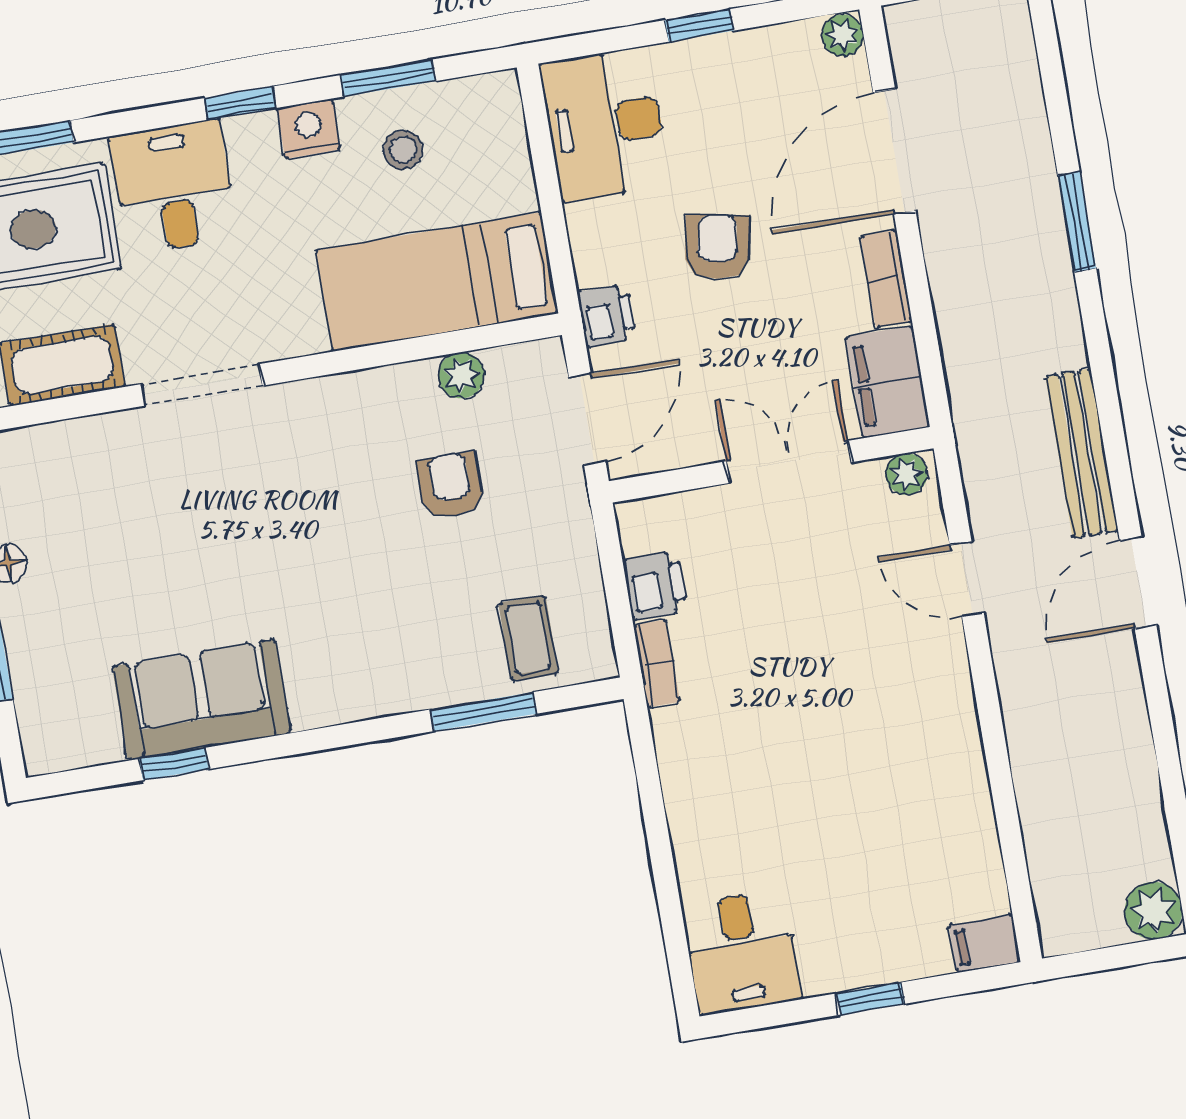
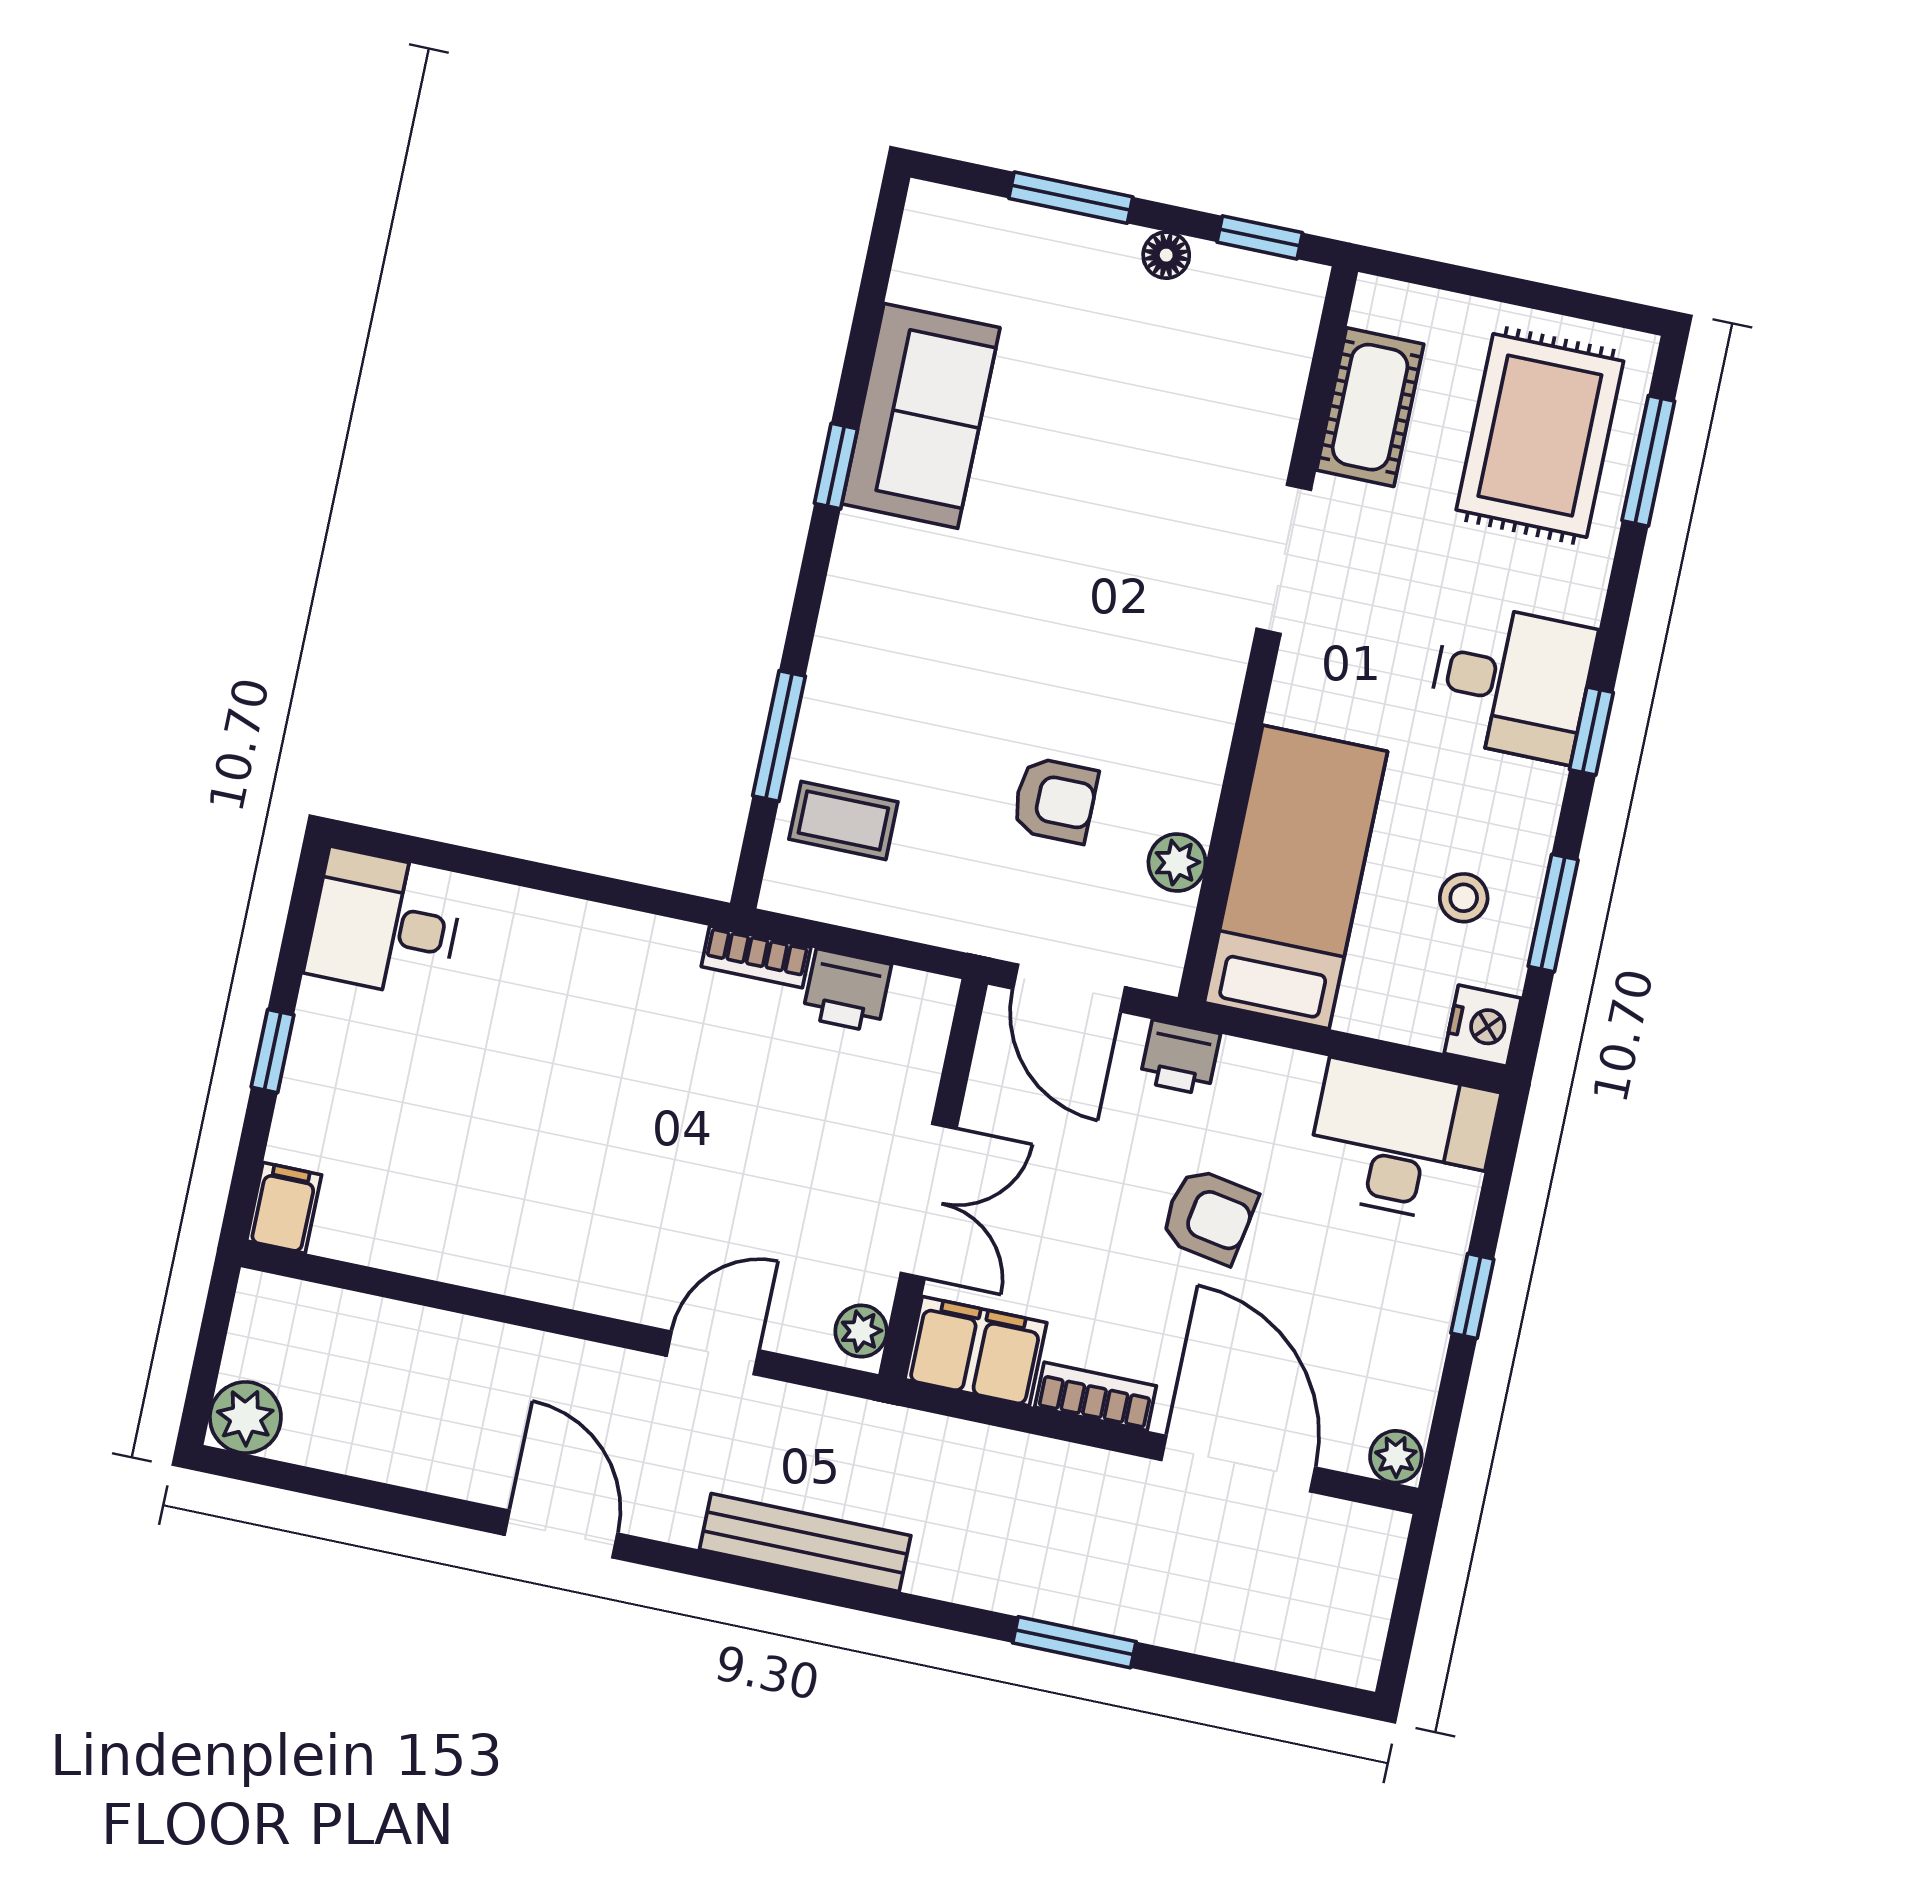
nightstand: (309, 129) -> (1483, 1026), moved
desk: (174, 187) -> (1511, 682), moved
door: (1138, 583) -> (561, 1534), moved
window: (174, 764) -> (836, 466), moved

